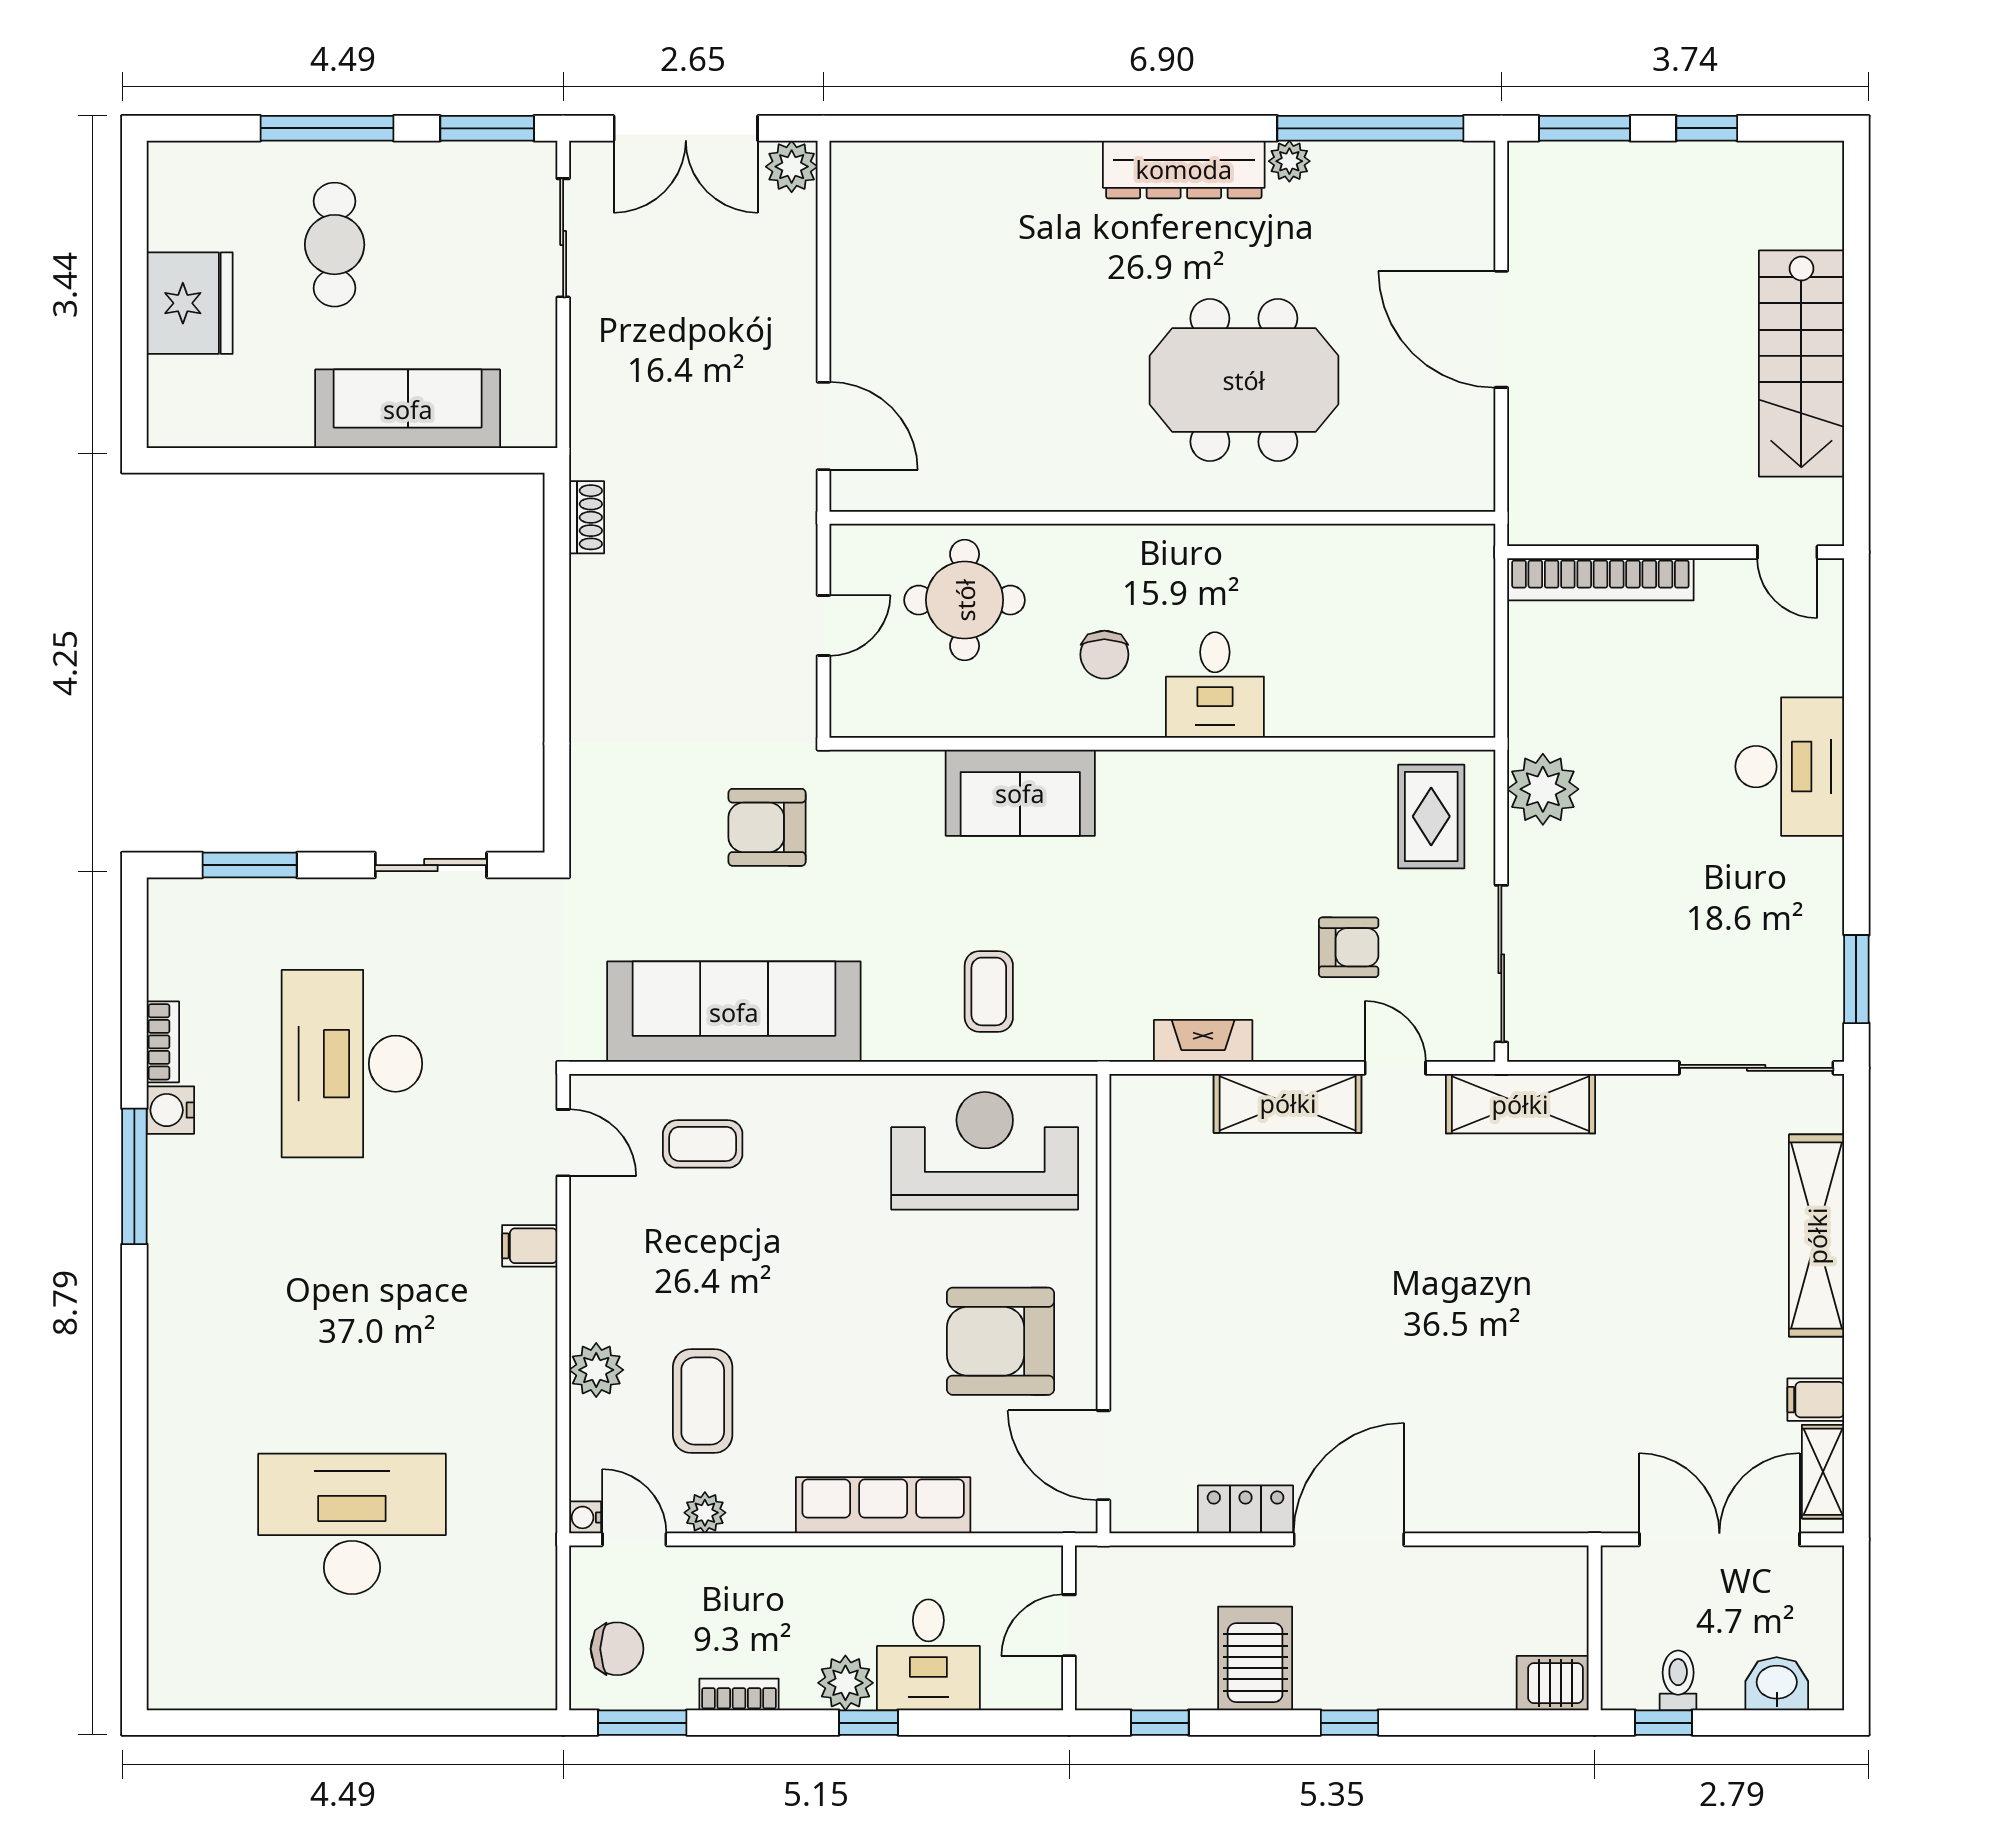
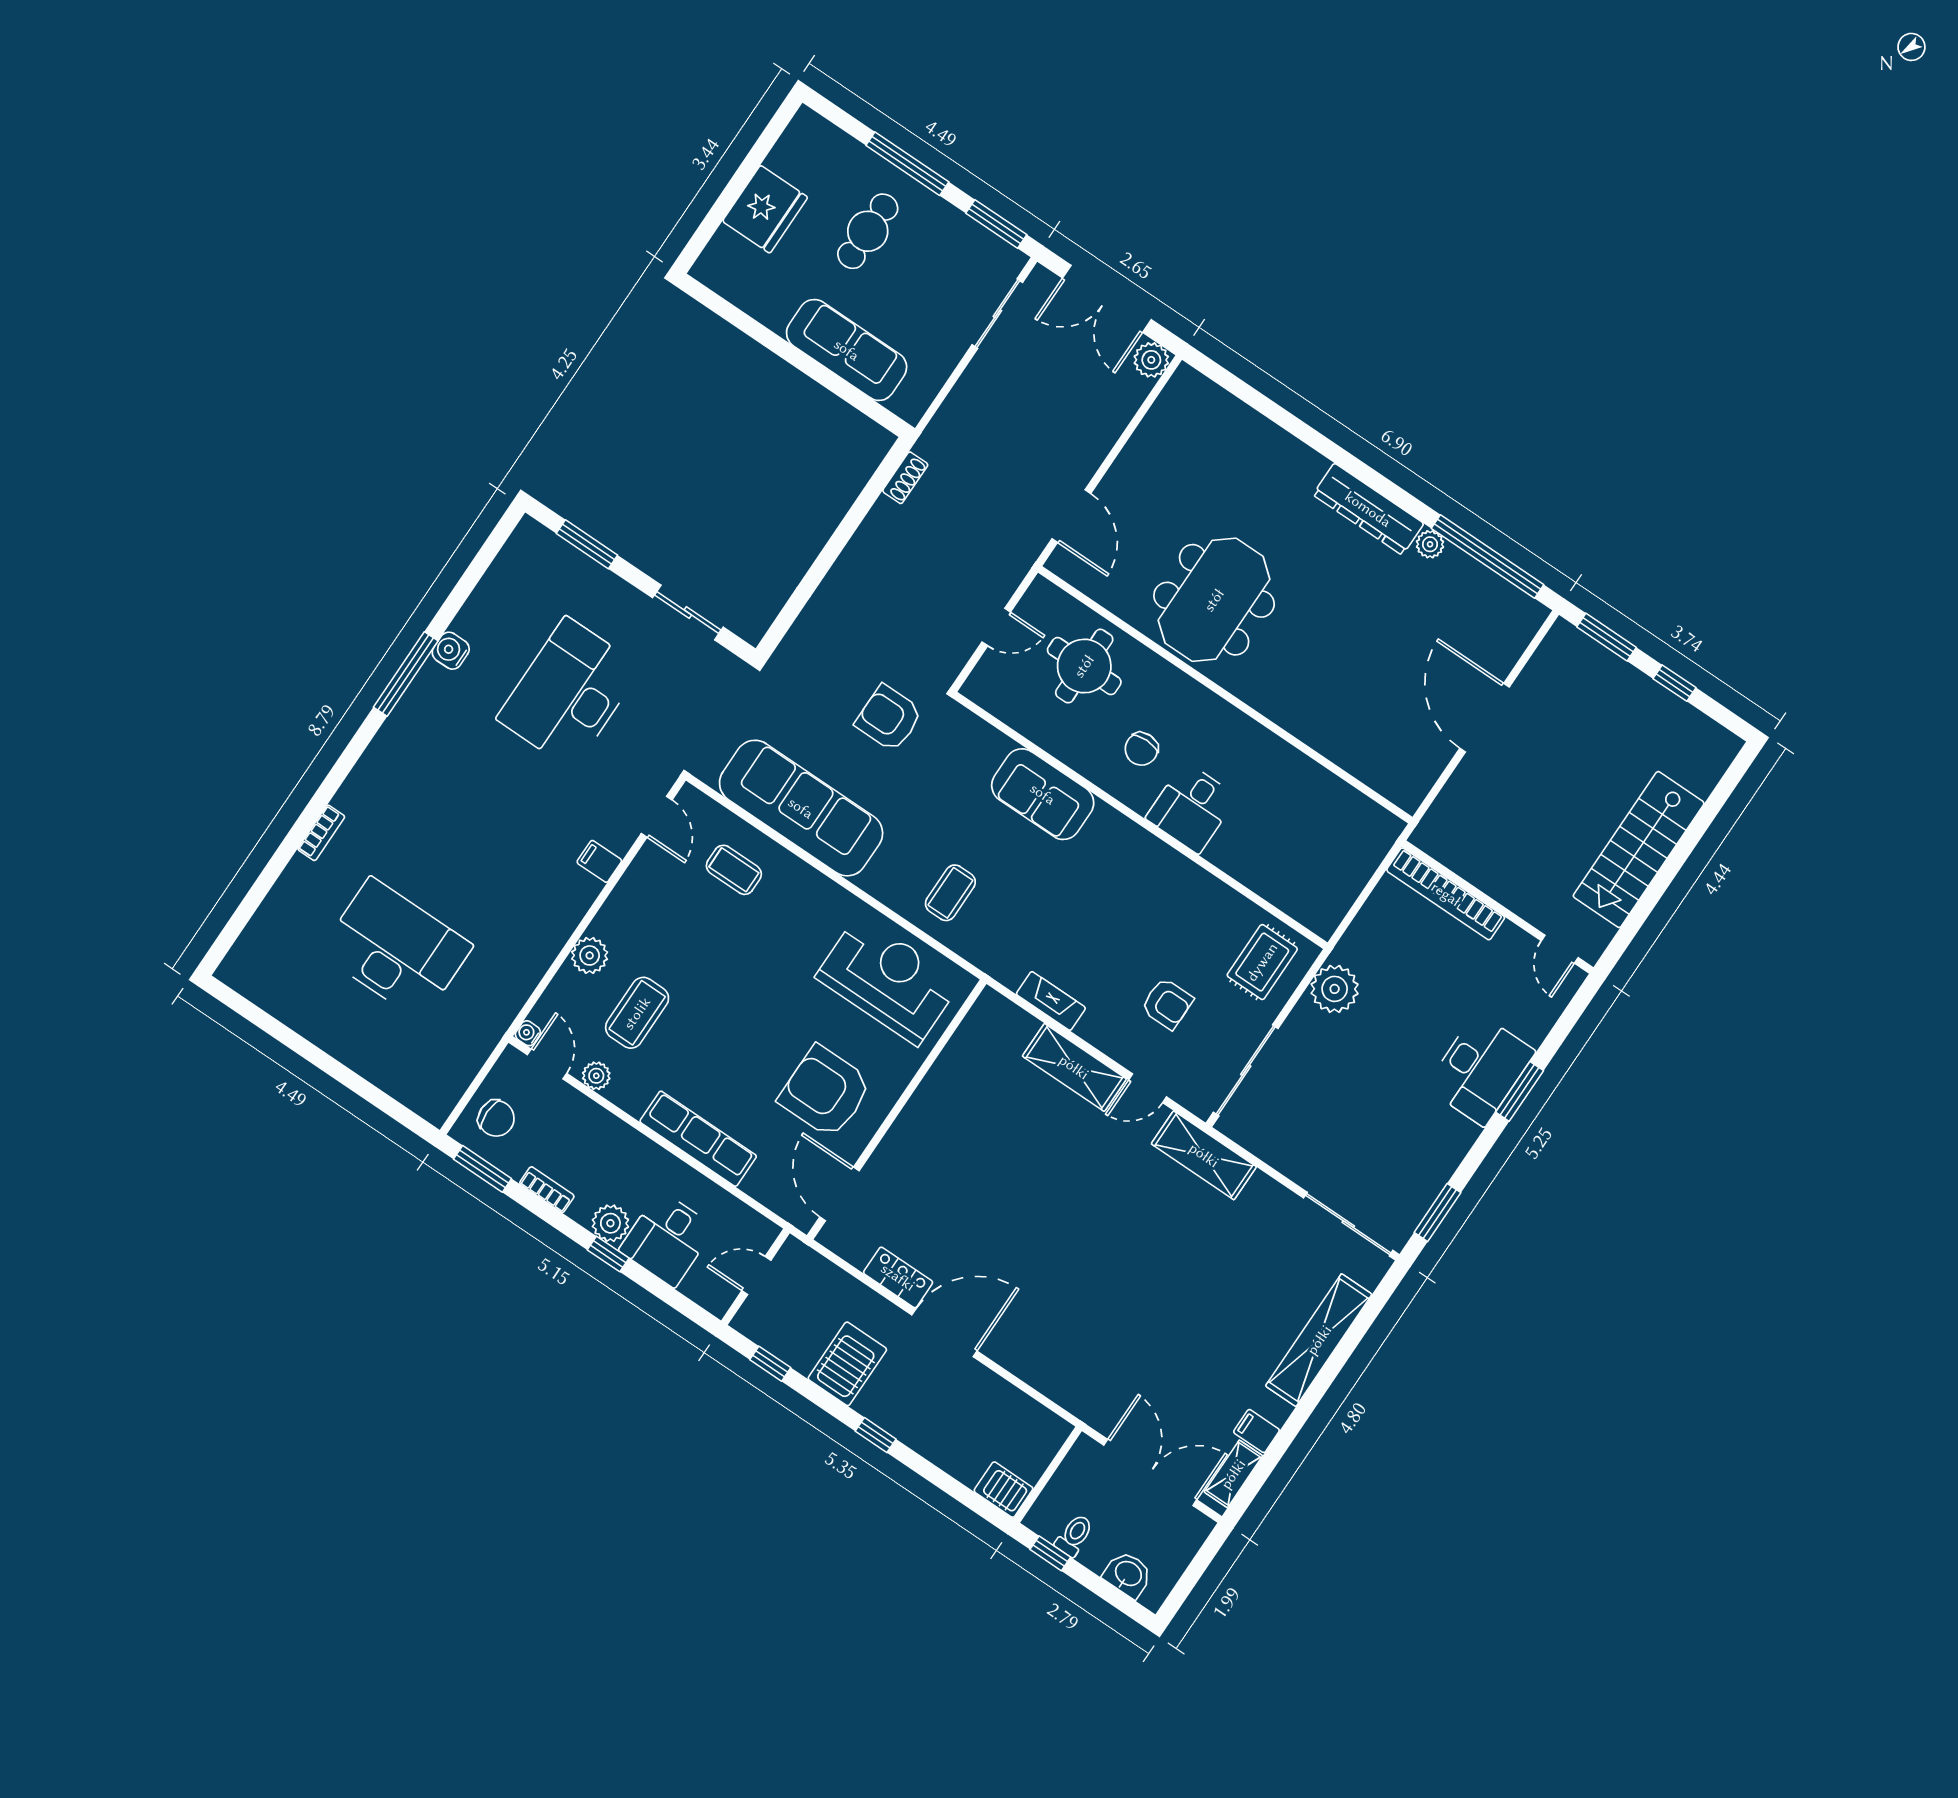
meeting table: (1244, 380) -> (1214, 600), moved, turned 90
window: (1856, 761) -> (1520, 1091), added
bookcase: (163, 1042) -> (321, 833), moved
door: (1395, 1068) -> (1148, 1088), swing flipped

